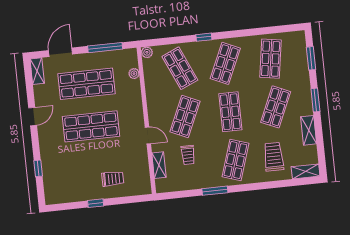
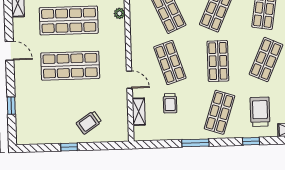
door: (33, 117) -> (9, 51), hinge flipped
shop shelf: (185, 117) -> (170, 63), turned -42
trolley: (113, 179) -> (89, 122), turned 146
window: (267, 185) -> (251, 141), added

